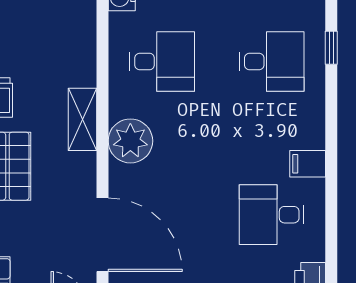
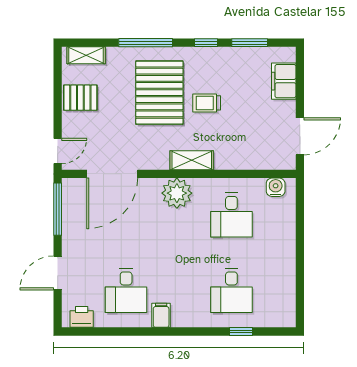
desk: (272, 215) -> (126, 290), turned 180

